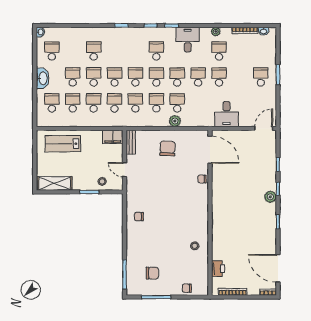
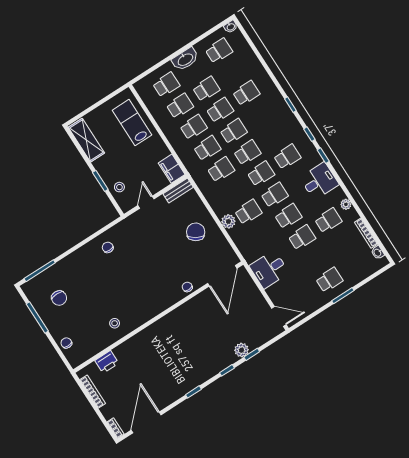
school desk: (156, 103) -> (235, 191), removed
chair: (167, 148) -> (196, 232), turned -61
plant: (270, 197) -> (242, 350), moved

